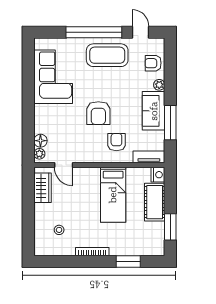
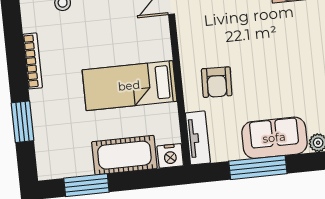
armchair: (98, 113) -> (261, 47), removed
armchair: (116, 142) -> (217, 82), turned 92

